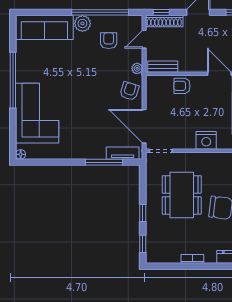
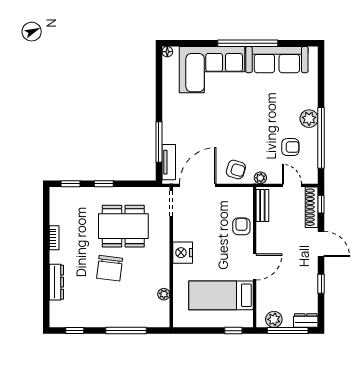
sofa: (44, 27) -> (277, 60), moved, turned -90

